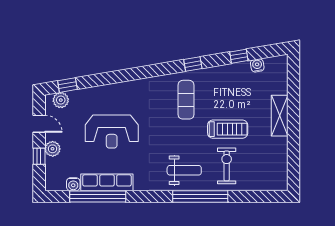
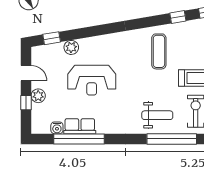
window: (193, 64) -> (178, 17), moved
plant: (61, 100) -> (71, 47), moved
row of seats: (107, 182) -> (80, 126), width x0.68

